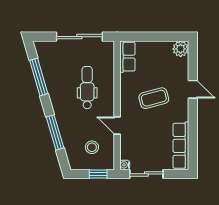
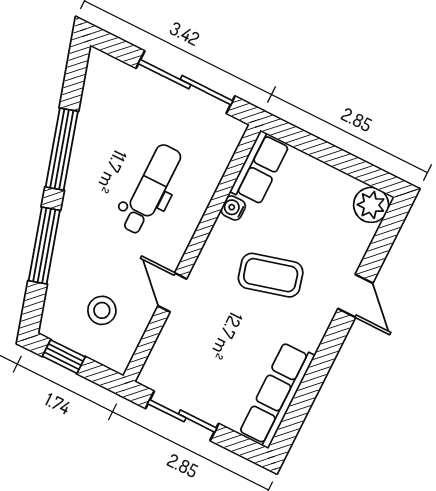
window: (39, 77) -> (62, 149), moved
water cooler: (125, 165) -> (233, 208), moved
window: (98, 174) -> (64, 357), moved

